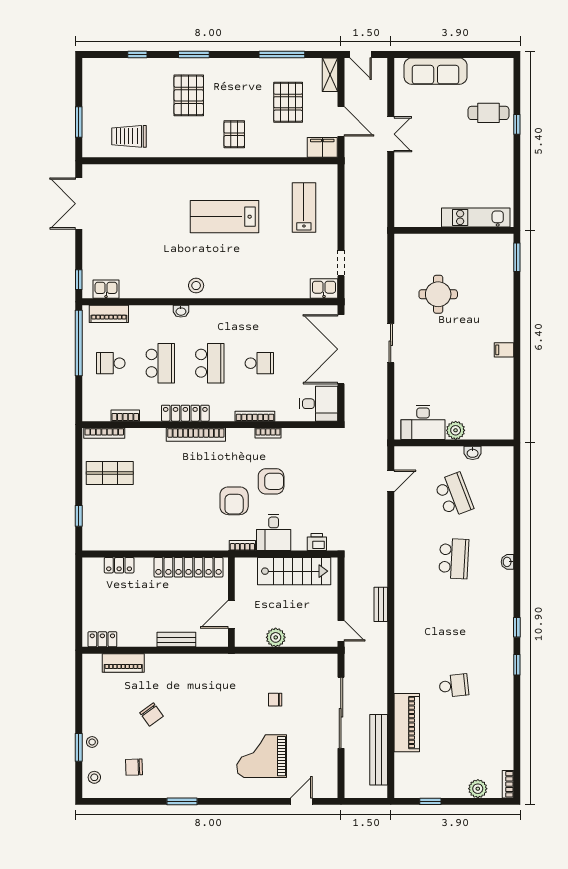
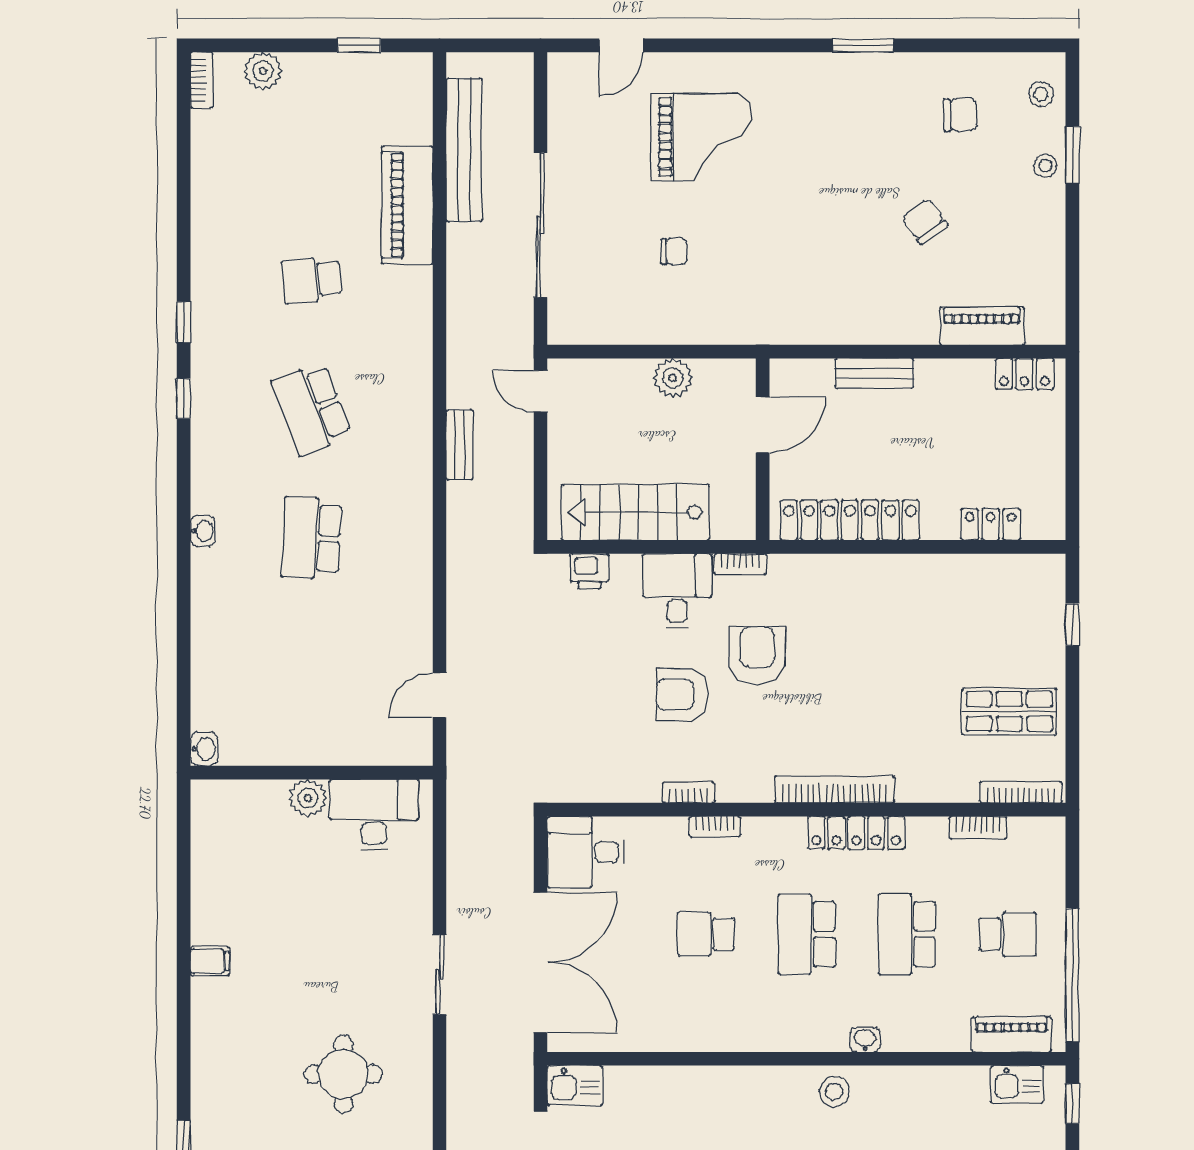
bookcase: (255, 416) -> (715, 827), width x0.64
washbasin: (473, 453) -> (204, 749), moved, turned 90
school desk: (454, 495) -> (312, 409), moved

